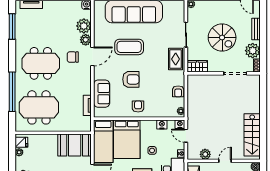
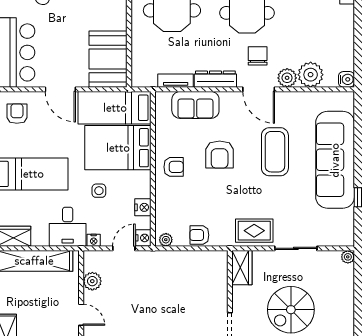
dresser: (86, 82) -> (215, 79), added

